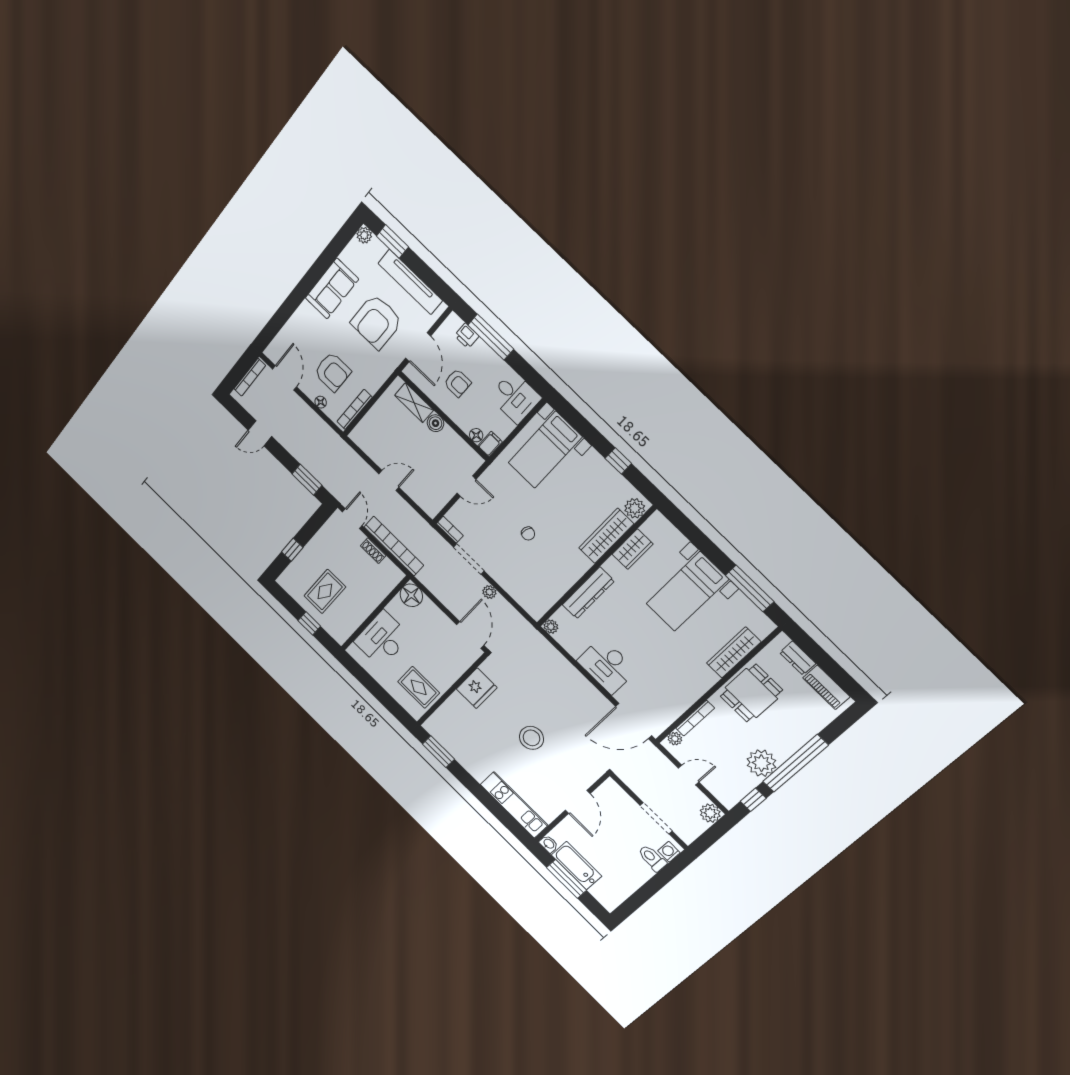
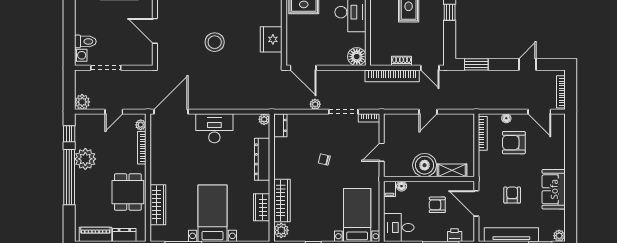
armchair: (377, 322) -> (512, 195), width x0.53, depth x0.53
boiler: (435, 423) -> (425, 165), width x1.86, depth x1.86
dresser: (541, 606) -> (280, 125), added

